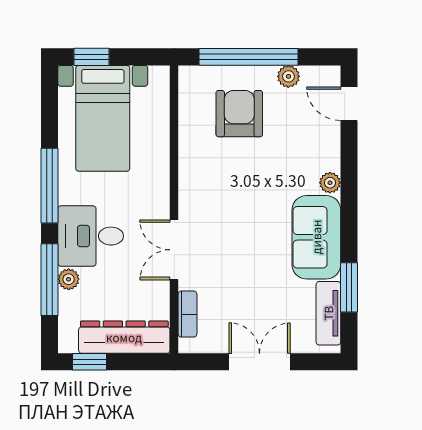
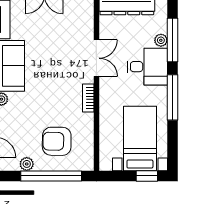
armchair: (239, 114) -> (57, 141), turned 91
bookcase: (187, 314) -> (88, 98), moved

